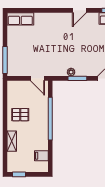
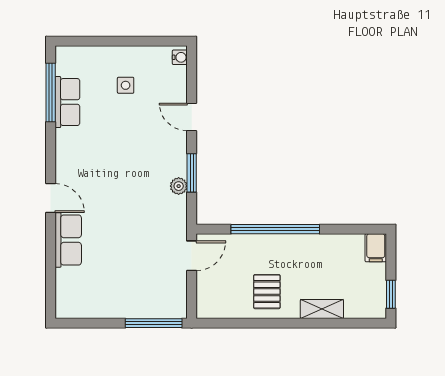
door: (79, 10) -> (51, 198), moved
row of seats: (20, 19) -> (68, 240), moved
filing cabinet: (41, 156) -> (376, 248), moved

